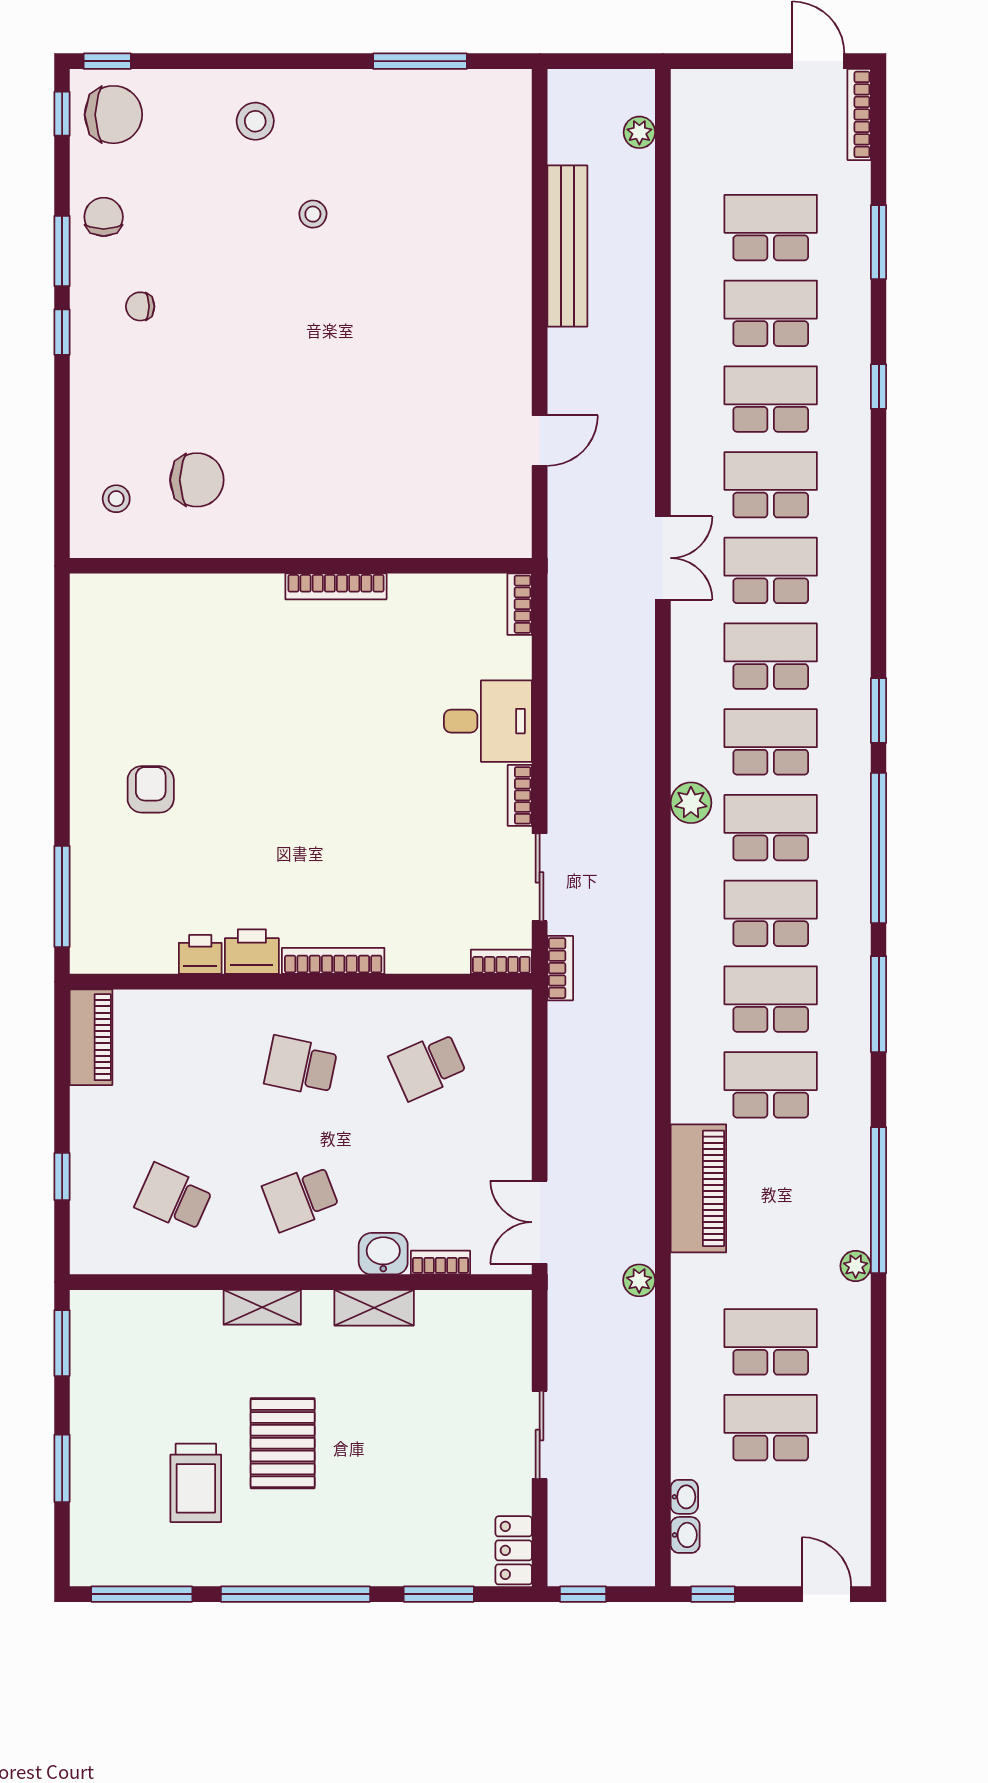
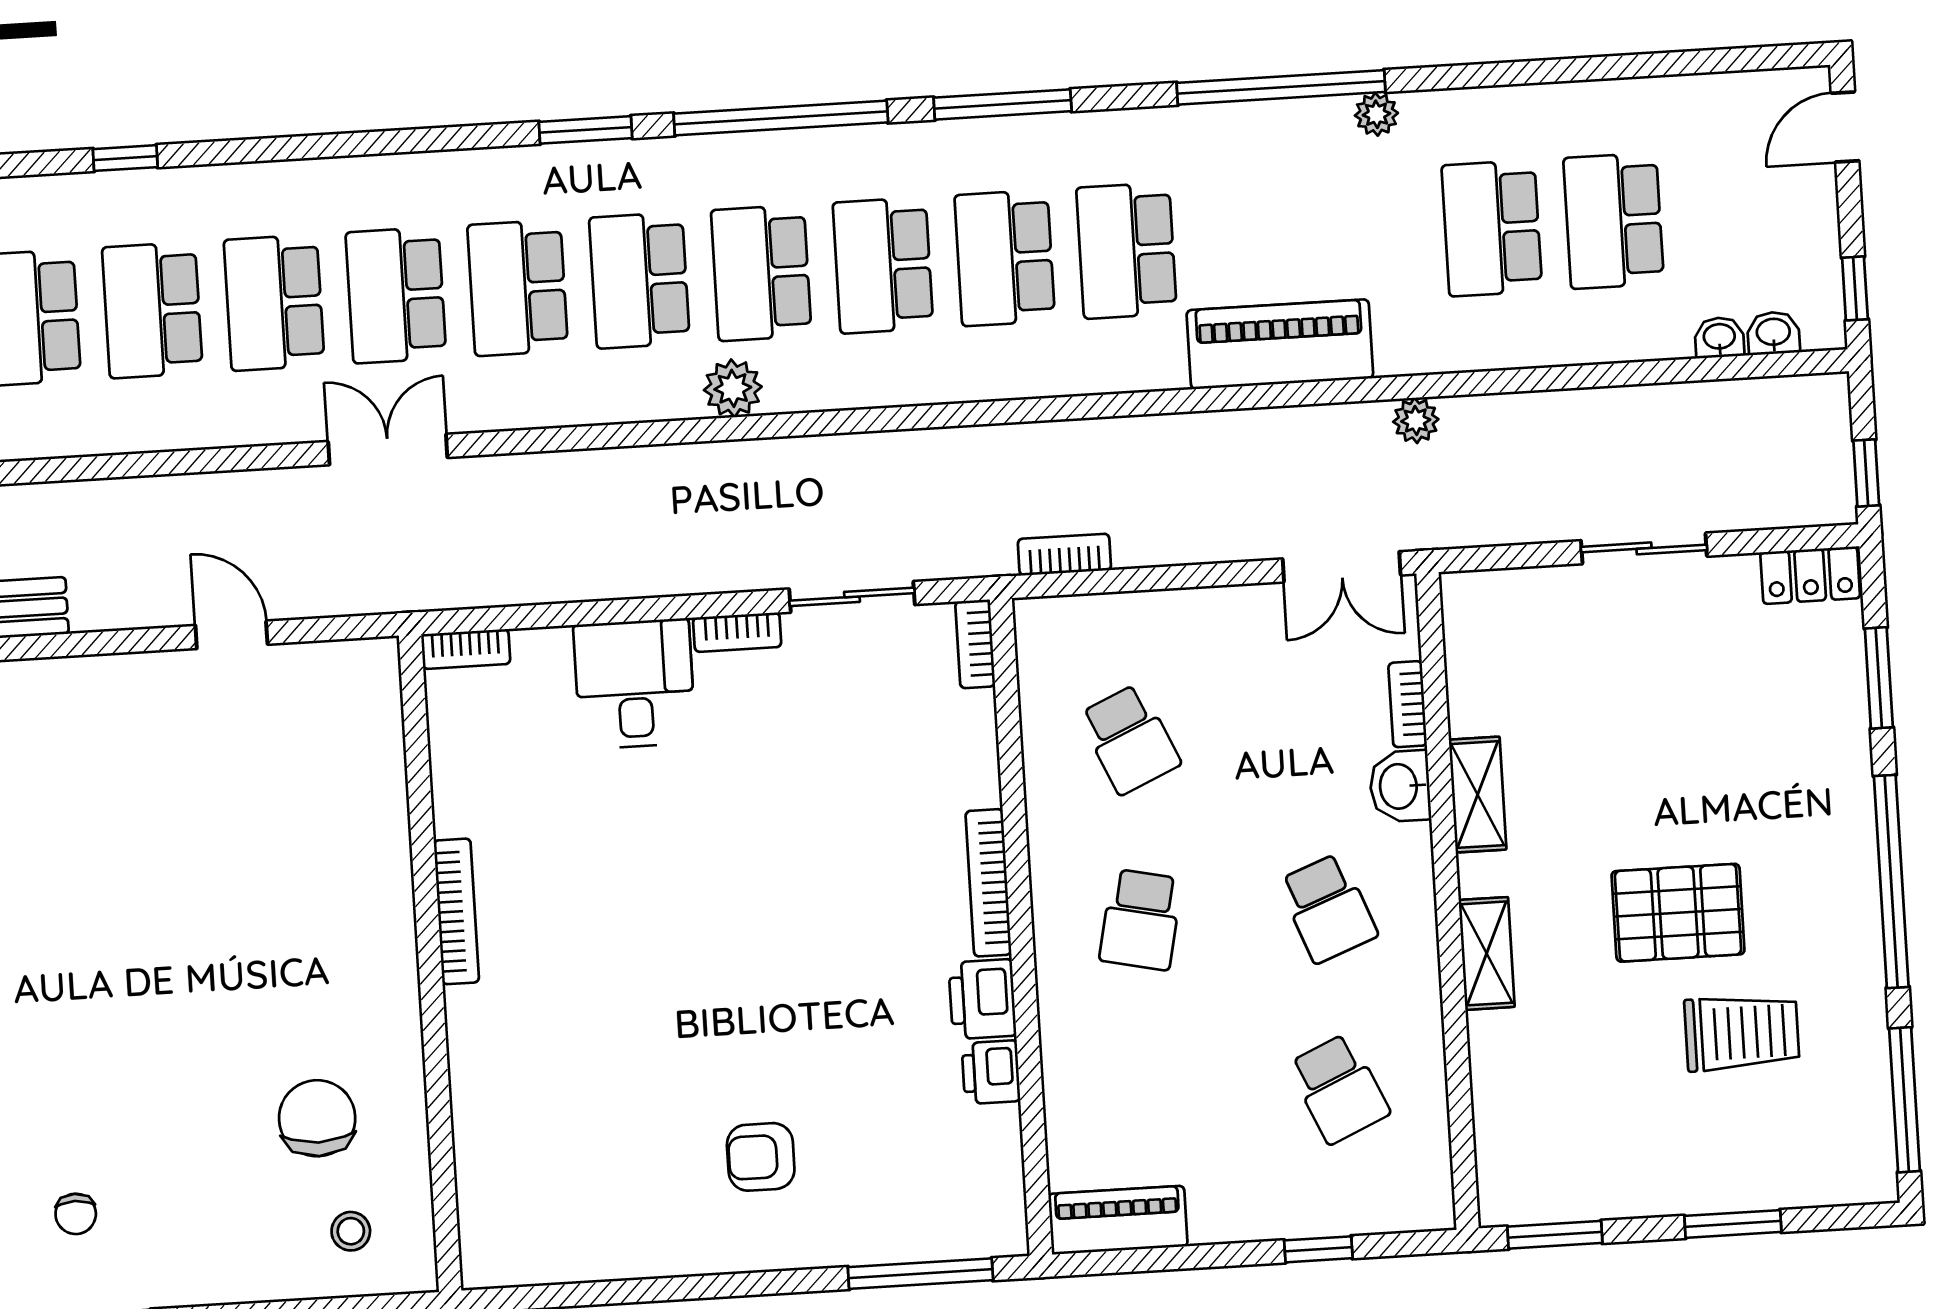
bookcase: (560, 968) -> (1064, 555), moved
school desk: (174, 1198) -> (1339, 1089), turned -48

